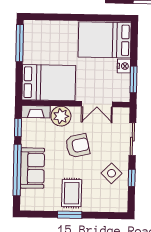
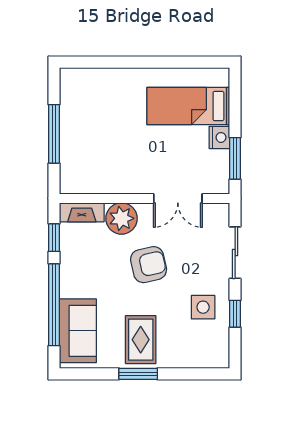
bed: (105, 40) -> (188, 106), width x0.67
window: (20, 43) -> (54, 134), moved
bed: (49, 83) -> (101, 166), removed
sofa: (32, 168) -> (78, 331), moved
side table: (112, 173) -> (203, 307), turned 45

